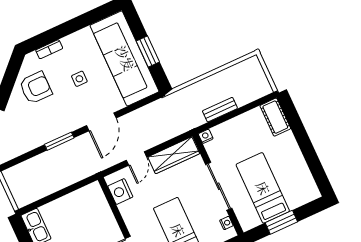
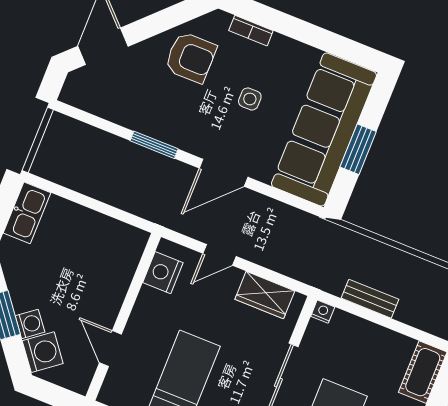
wardrobe: (174, 155) -> (265, 295), width x0.67

